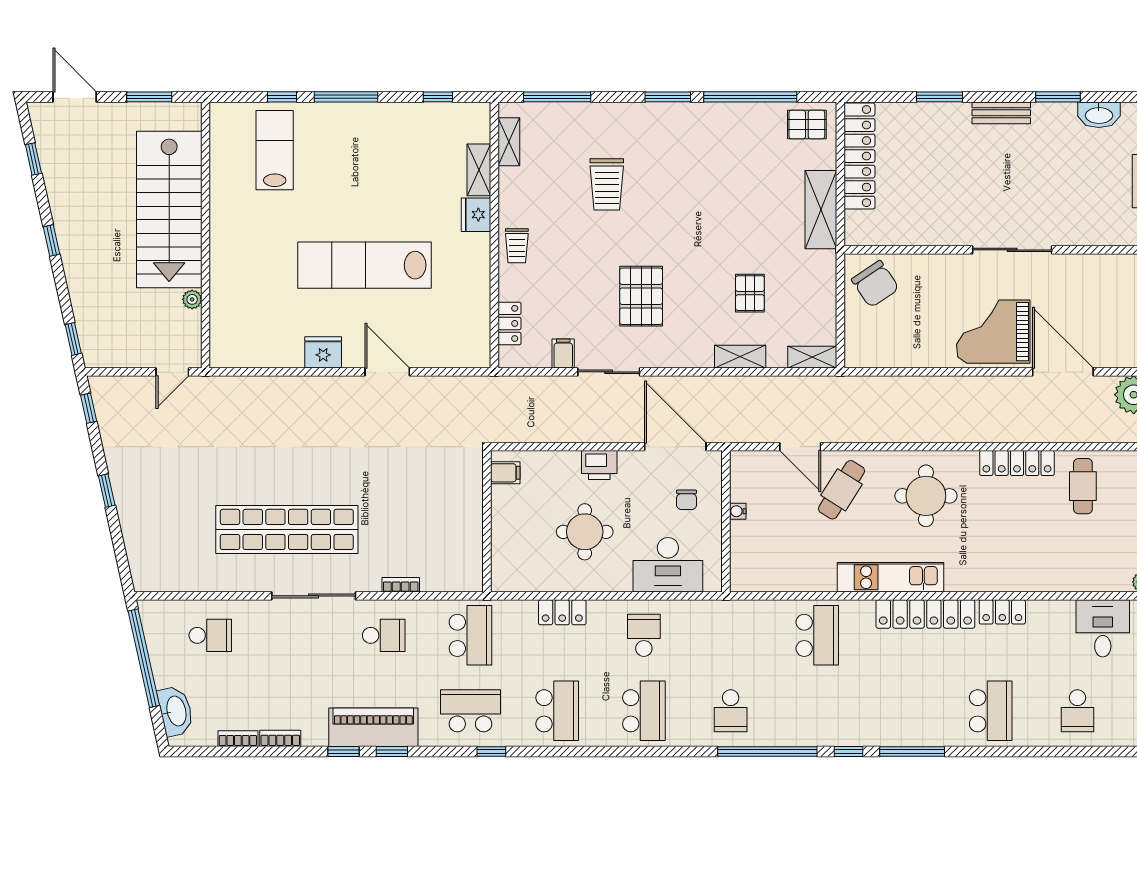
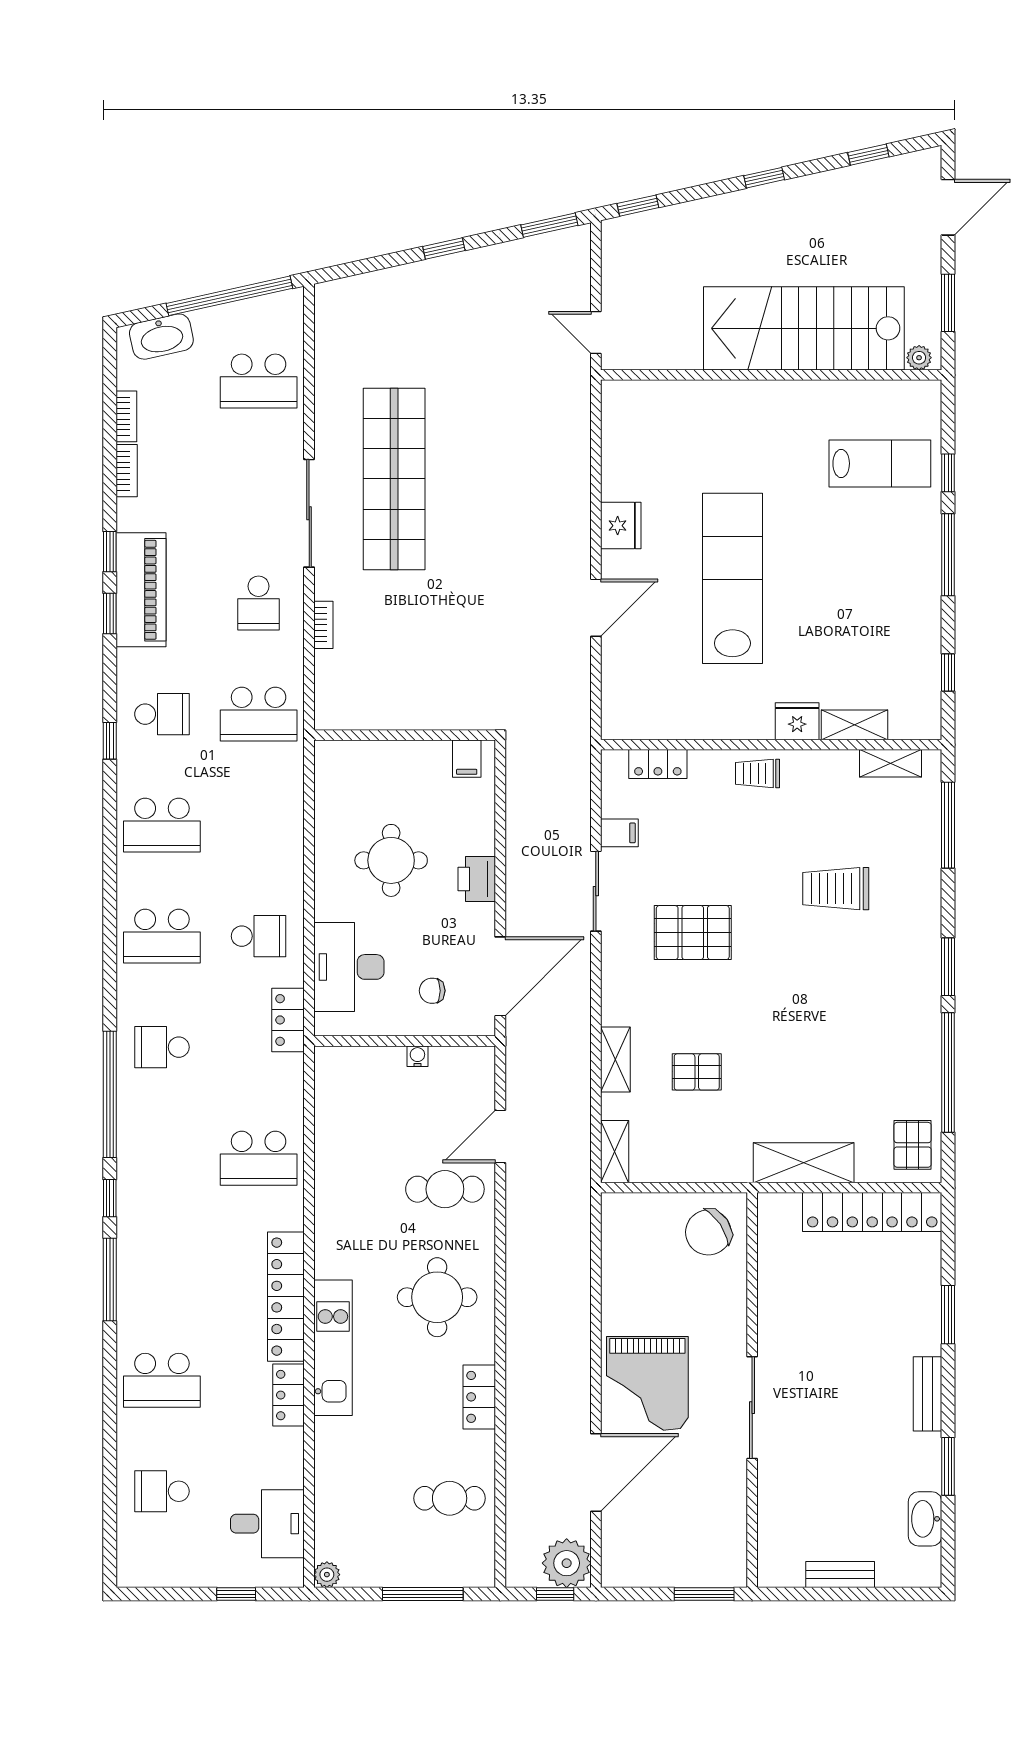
plant: (192, 299) -> (919, 358), moved
grand piano: (993, 332) -> (647, 1383), turned 180
window: (89, 408) -> (549, 225), width x1.50
locker: (1017, 463) -> (479, 1397), width x0.66
cafe table: (841, 490) -> (445, 1189), turned -32
kitchen unit: (890, 577) -> (333, 1348), moved
locker: (562, 612) -> (288, 1020), moved
school desk: (210, 635) -> (259, 381), width x1.85
school desk: (470, 711) -> (162, 714), width x0.54

